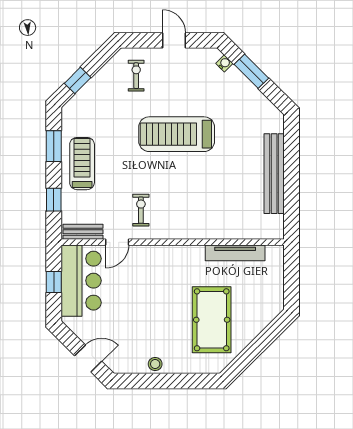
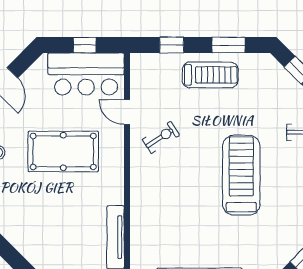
exercise bike: (141, 210) -> (161, 137), turned -33
bench: (83, 232) -> (138, 76), removed
pool table: (212, 320) -> (63, 151), moved

